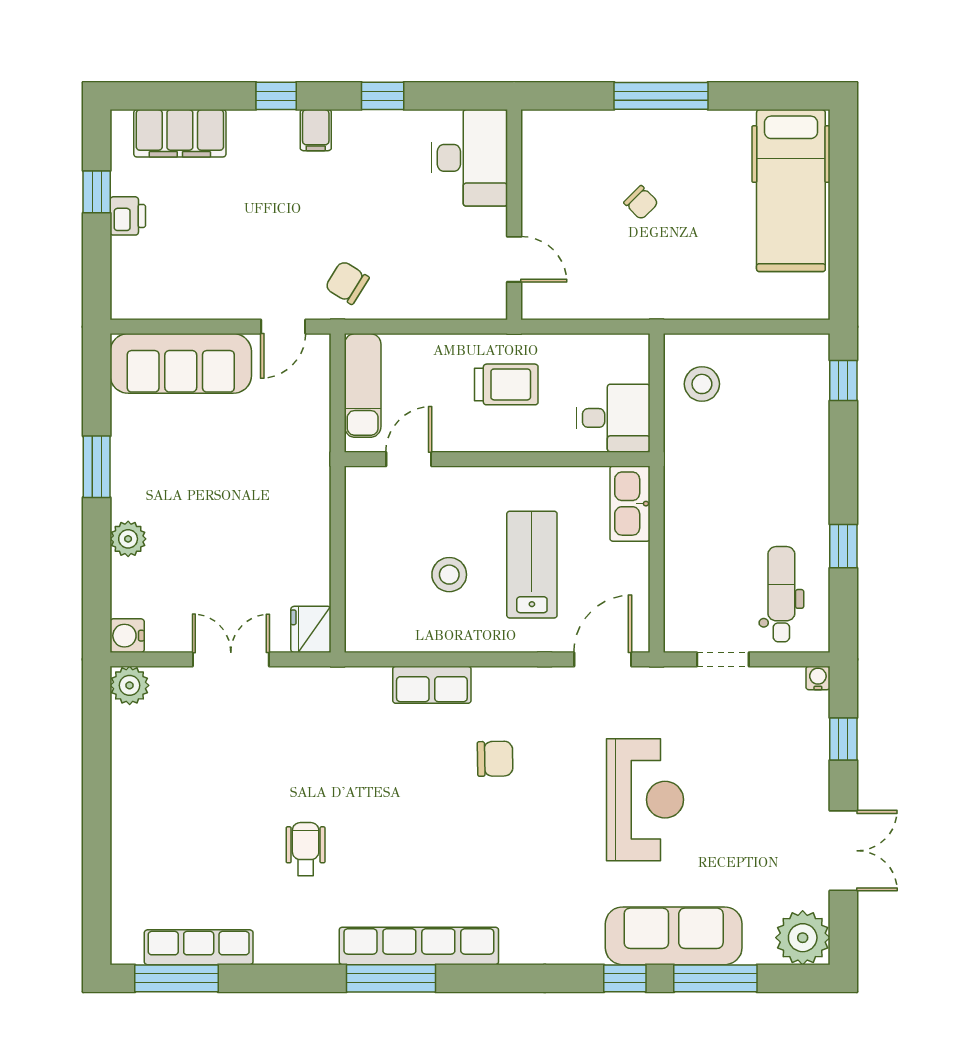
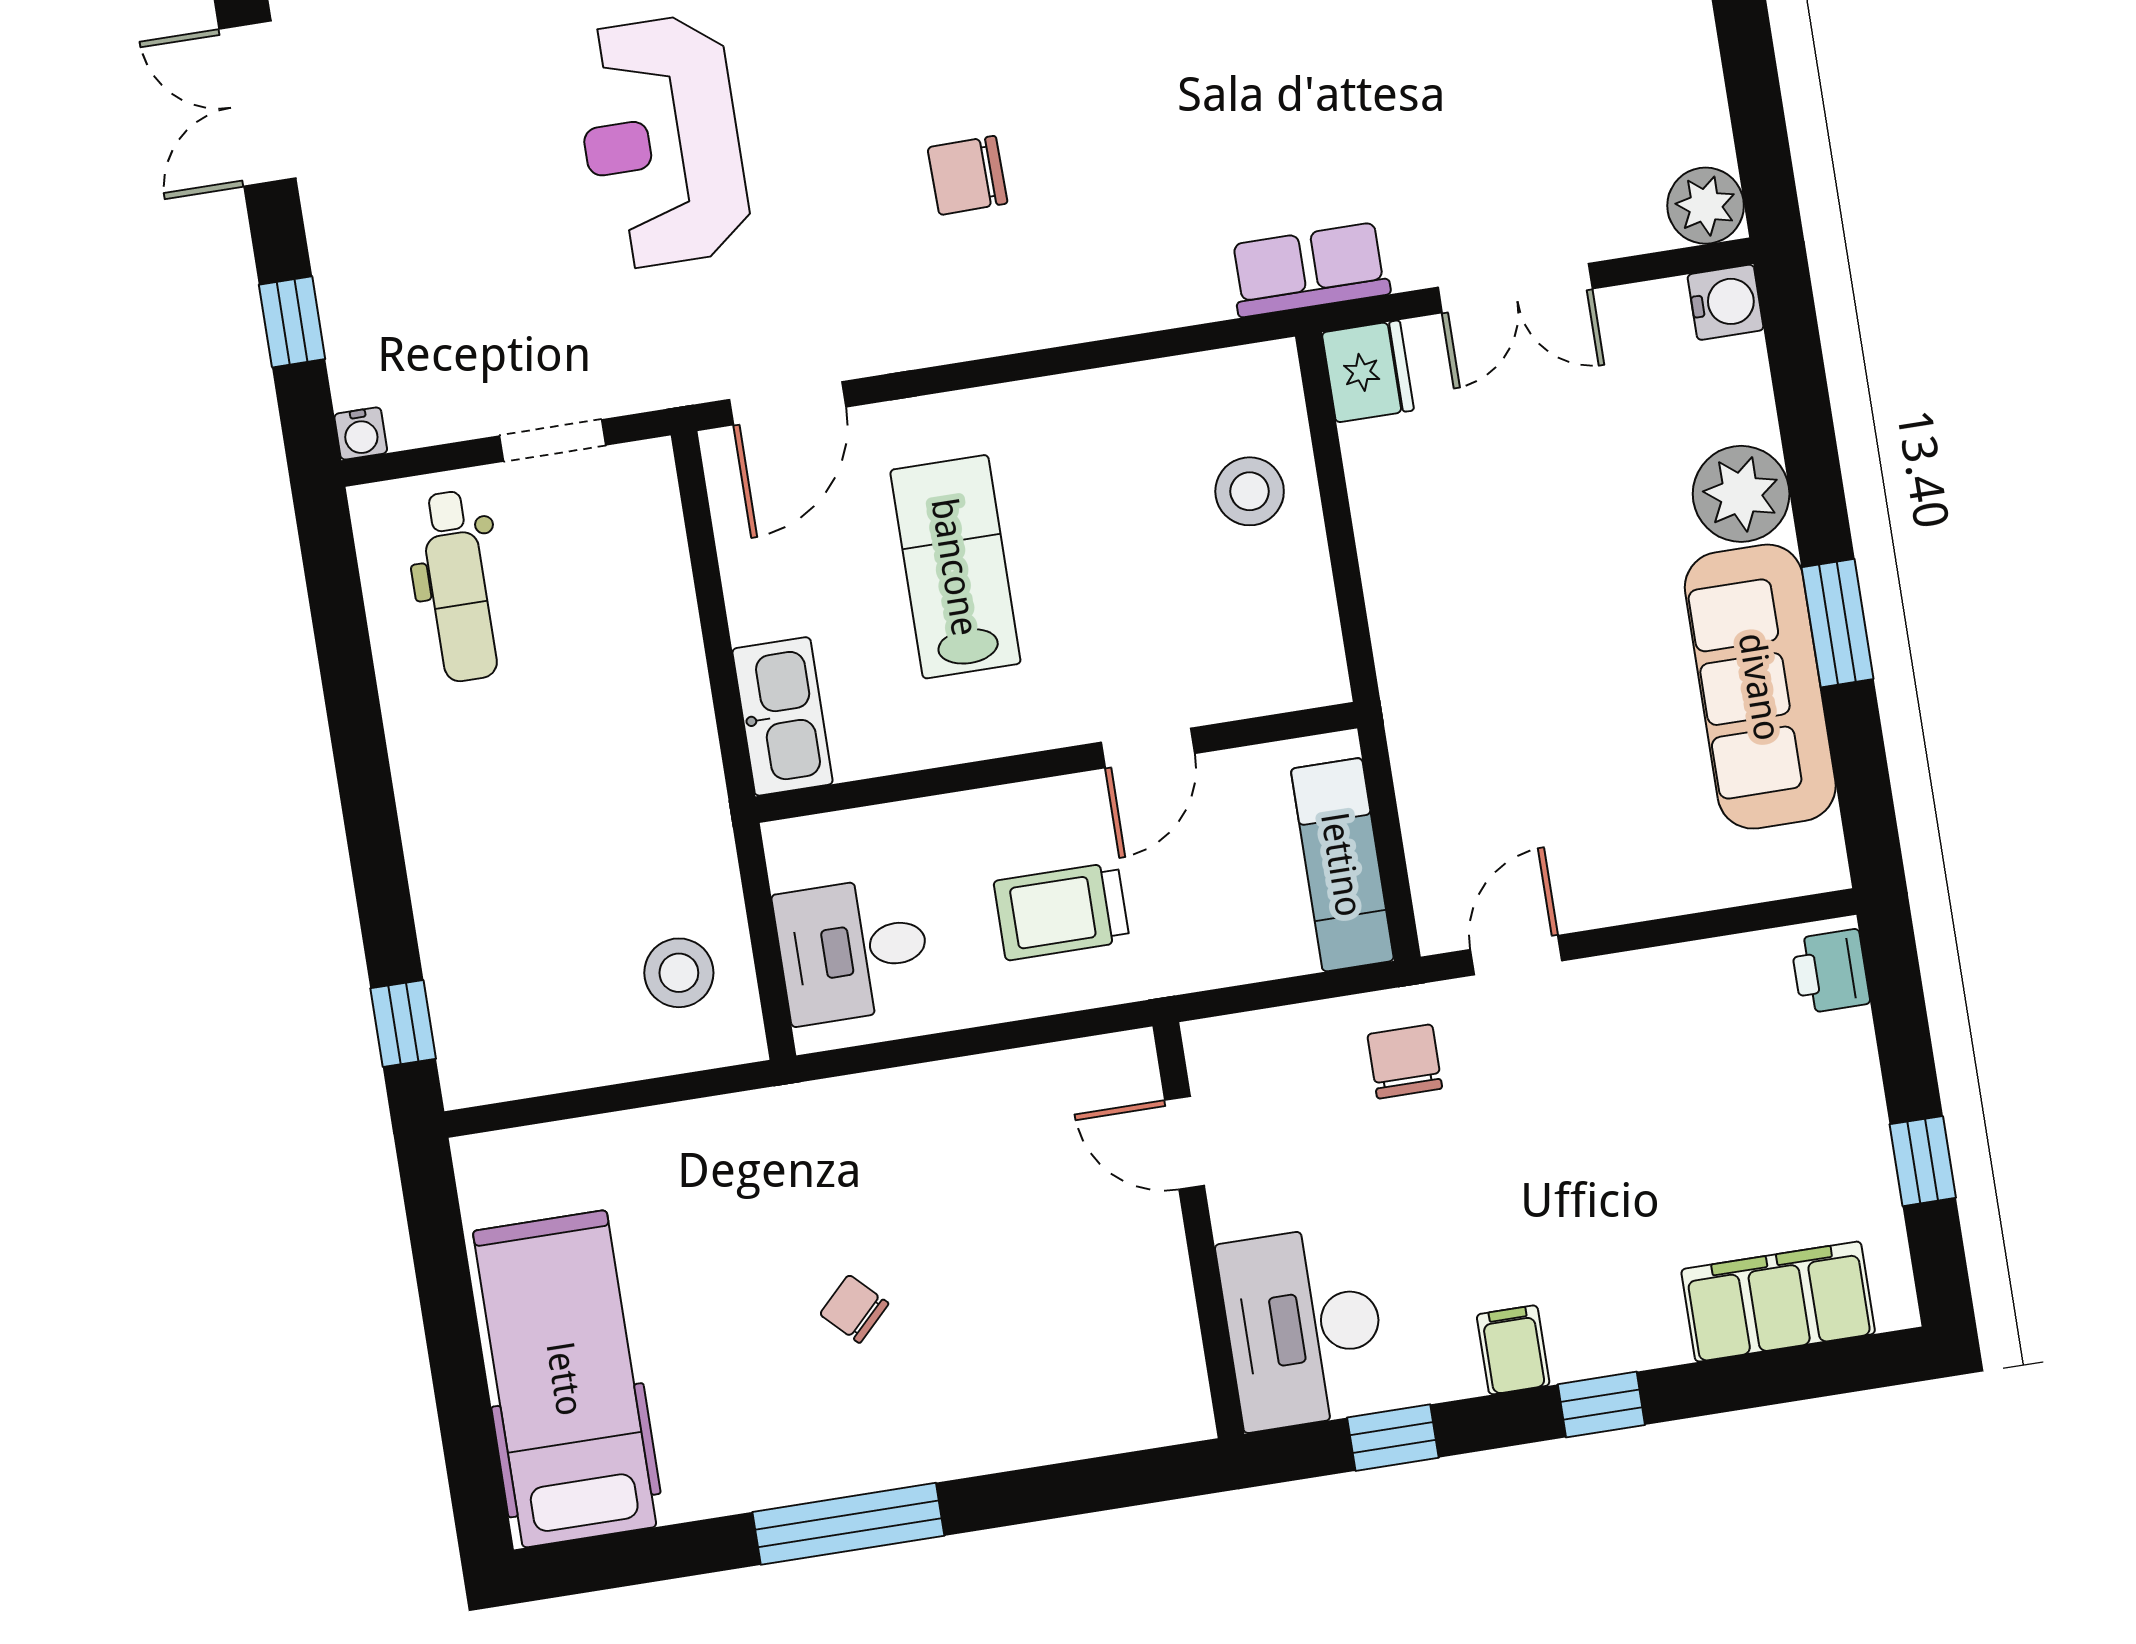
desk: (469, 158) -> (1304, 1328), moved
wall: (514, 215) -> (1198, 1230), moved
printer: (128, 216) -> (1830, 971), moved
door: (514, 259) -> (1185, 1143), moved
chair: (347, 283) -> (1405, 1061), turned -122
sofa: (181, 363) -> (1760, 687), moved, turned -90
desk: (613, 418) -> (853, 950), moved
door: (409, 459) -> (1148, 748), moved
plant: (128, 539) -> (1741, 494), width x1.36, depth x1.36
window: (843, 546) -> (352, 699), removed
lab bench: (532, 565) -> (955, 567), turned 180
stool: (449, 575) -> (1250, 491), moved
row of seats: (432, 685) -> (1309, 270), moved

